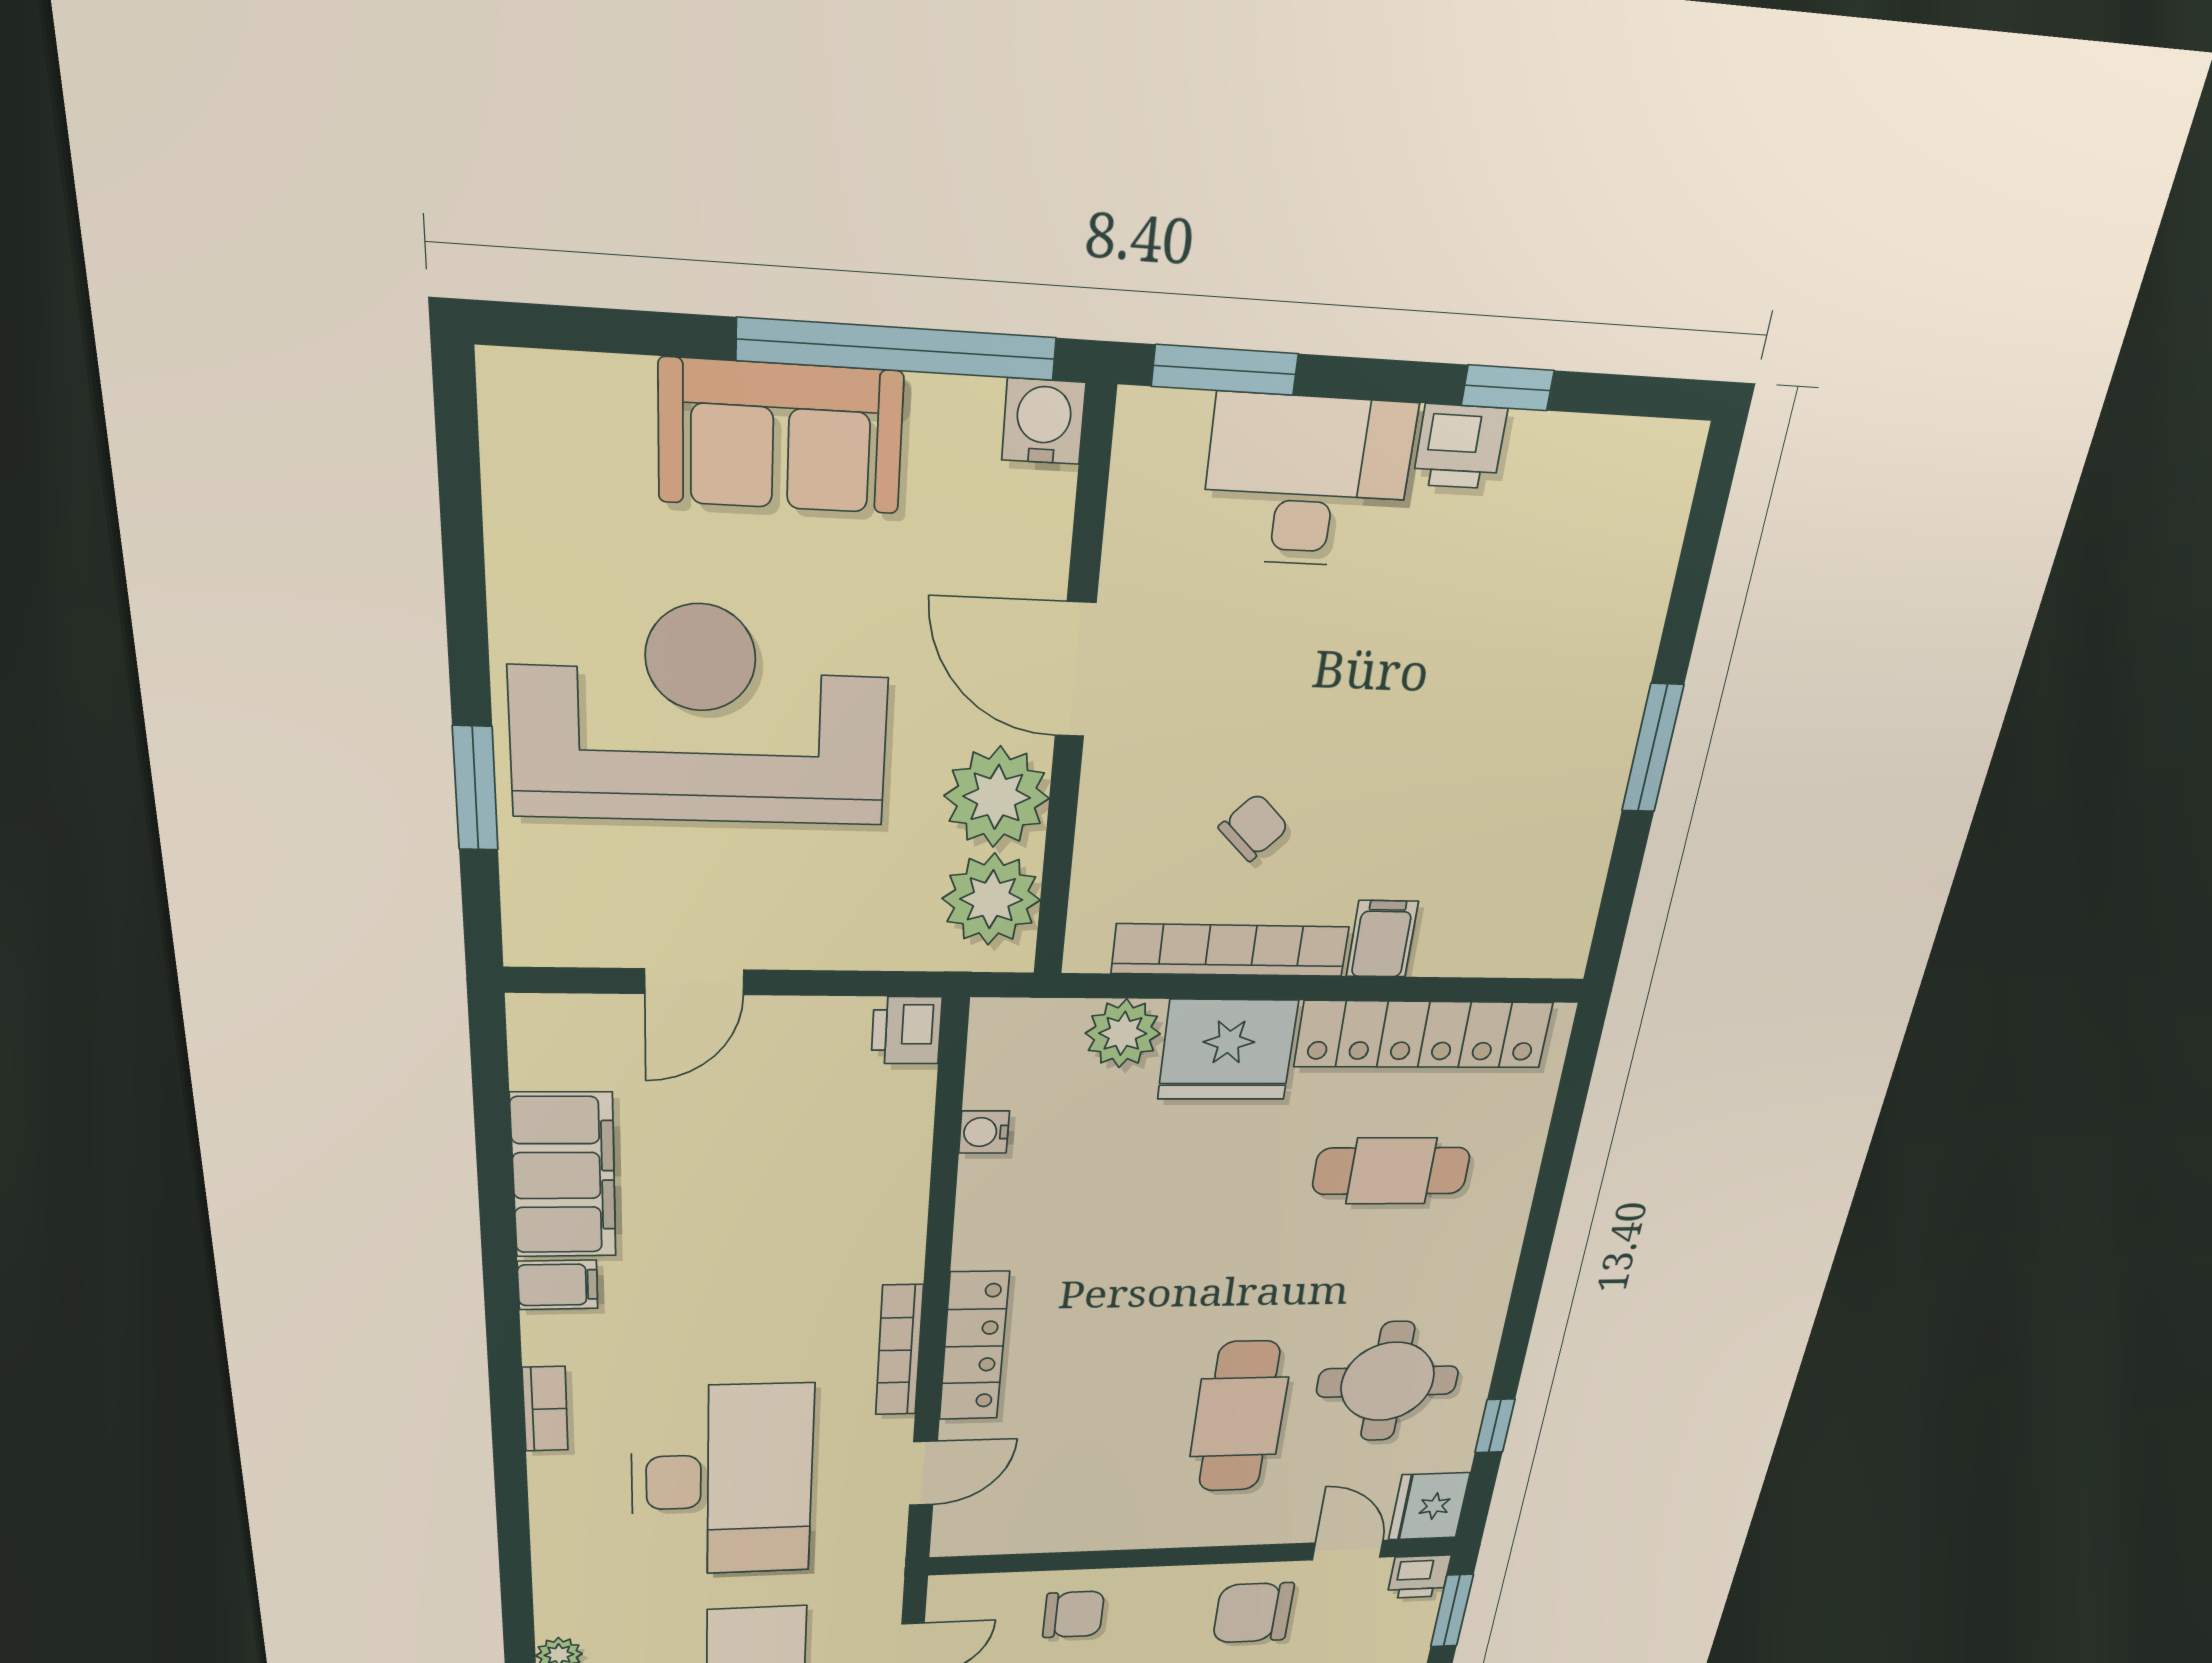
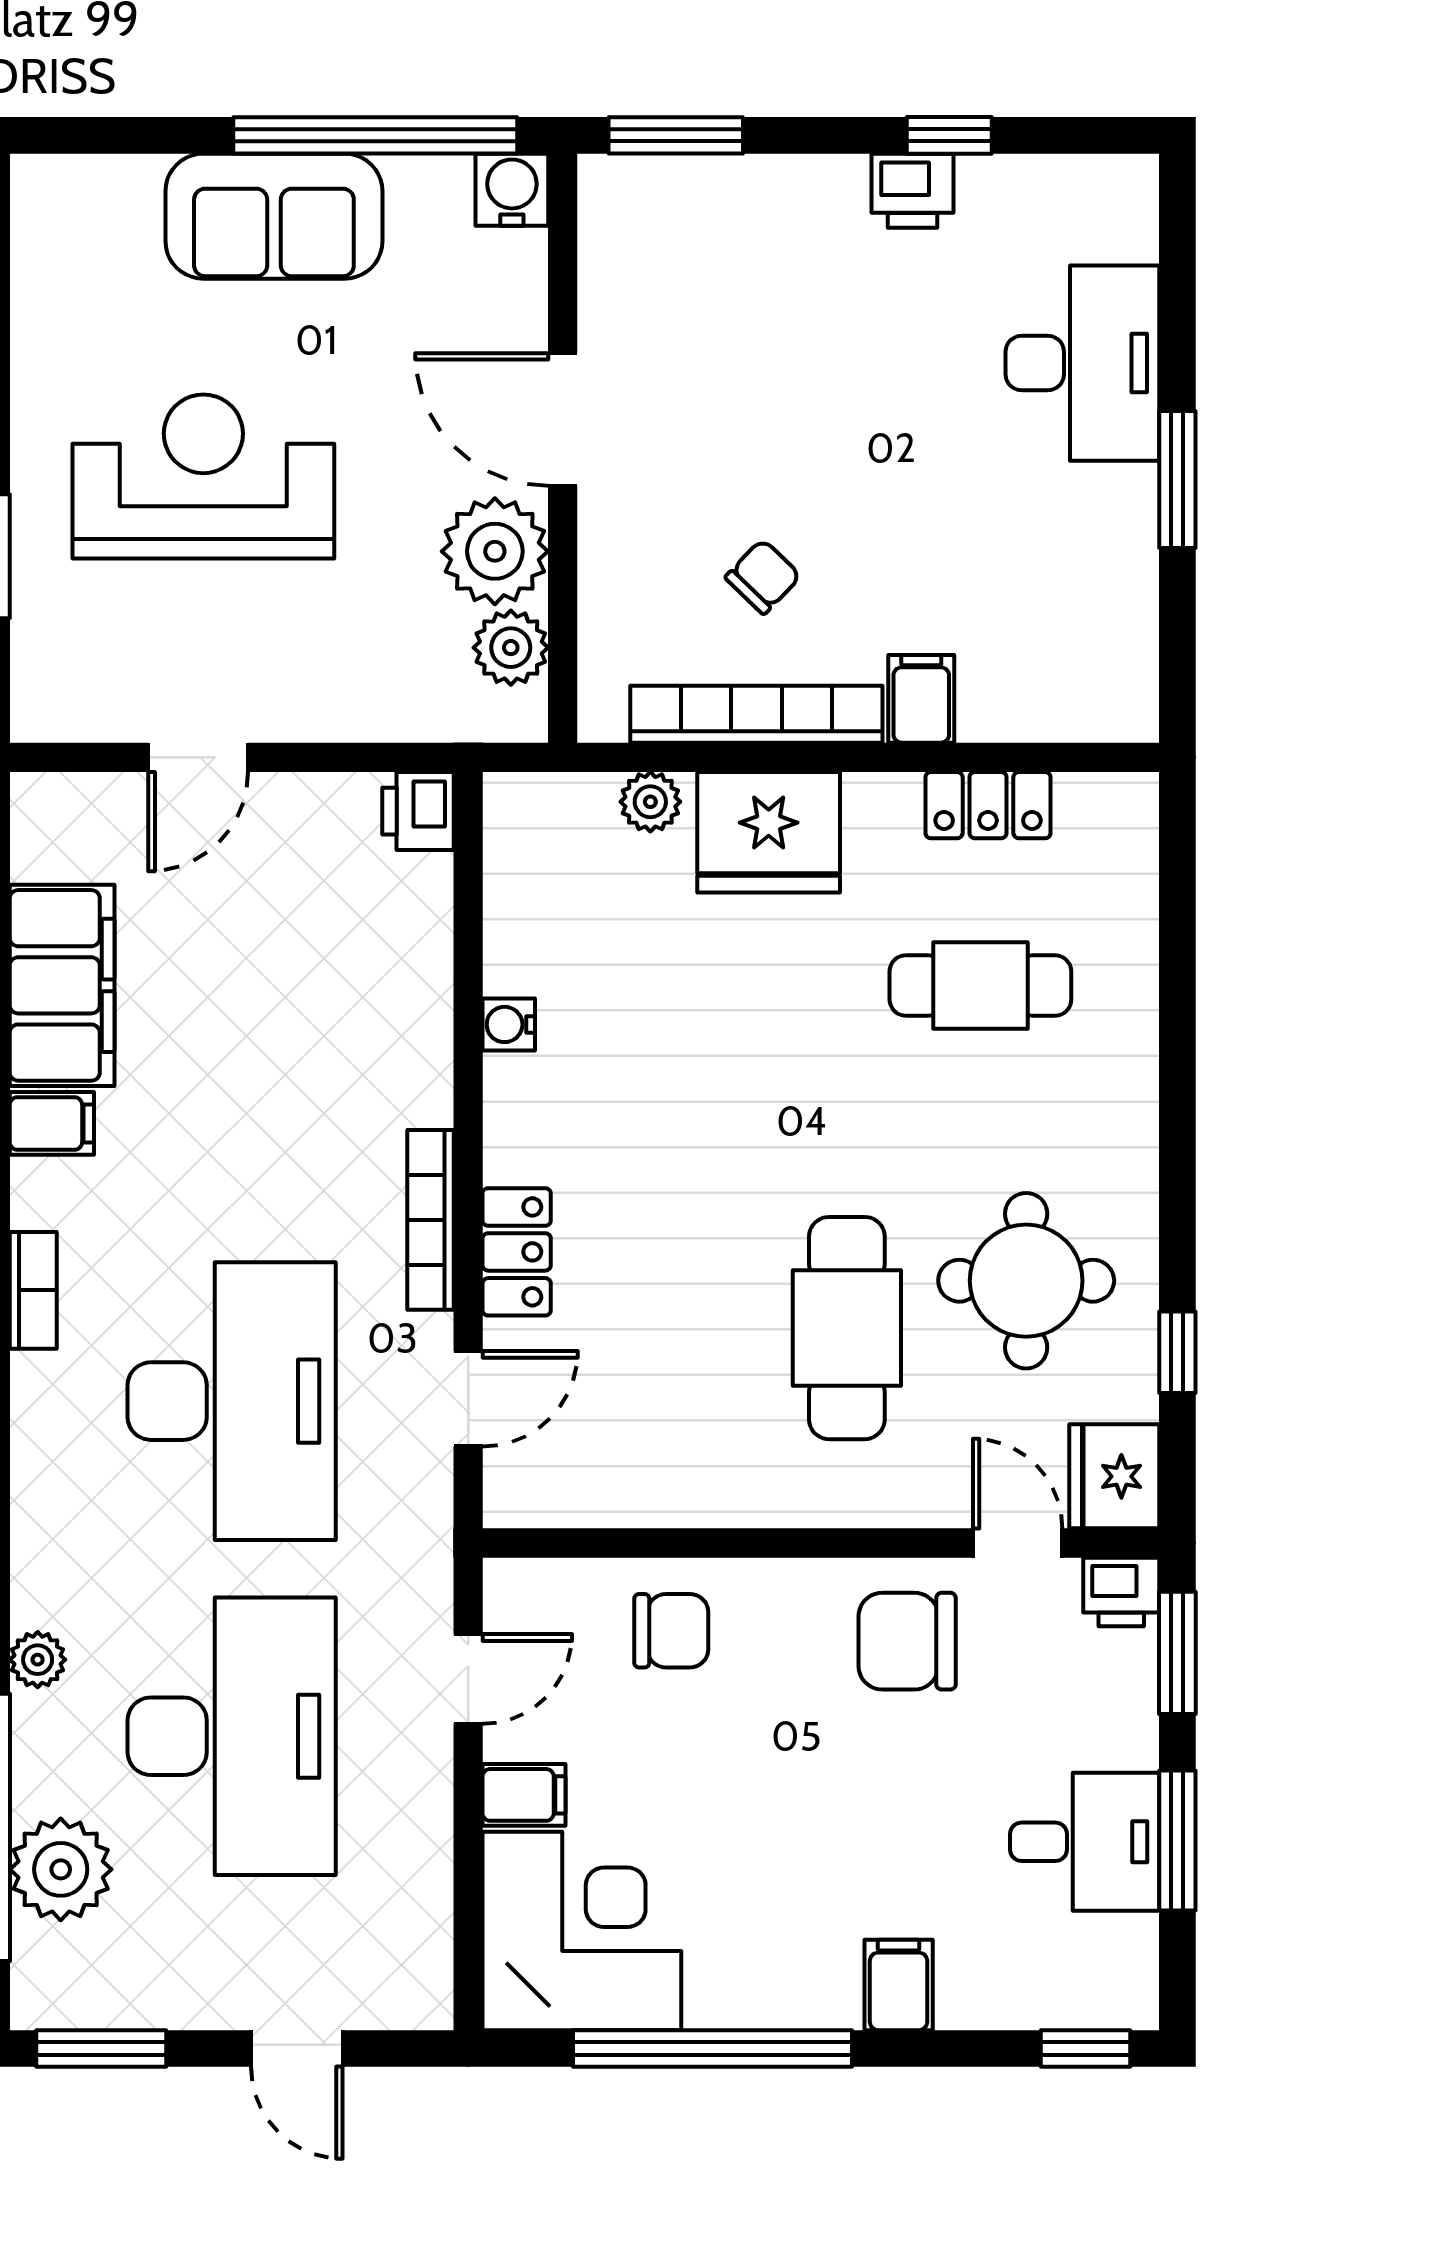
desk: (1307, 481) -> (1082, 363), moved, turned 90
reception desk: (700, 715) -> (203, 477), width x0.74, depth x0.77
plant: (991, 899) -> (511, 648), width x0.73, depth x0.73
plant: (1123, 1033) -> (650, 802), width x0.73, depth x0.73
locker: (1424, 1034) -> (988, 805), width x0.46, depth x0.83
water cooler: (984, 1132) -> (509, 1024), moved
locker: (974, 1346) -> (517, 1252), width x0.66

